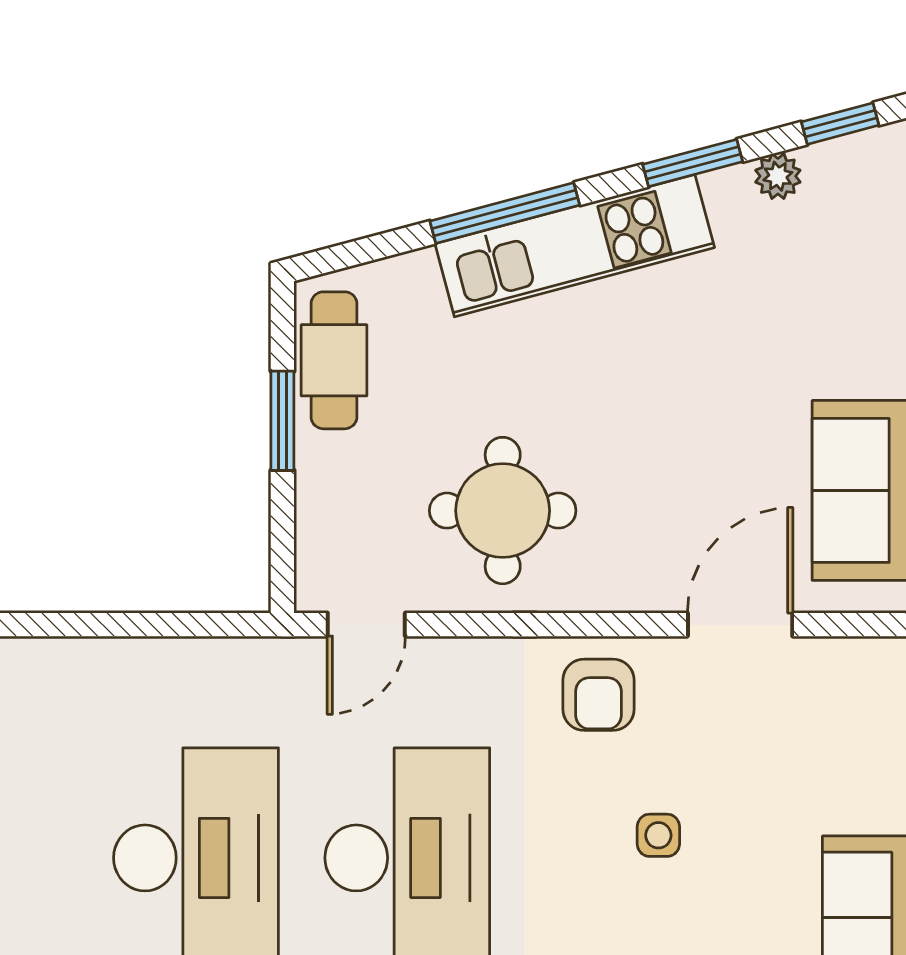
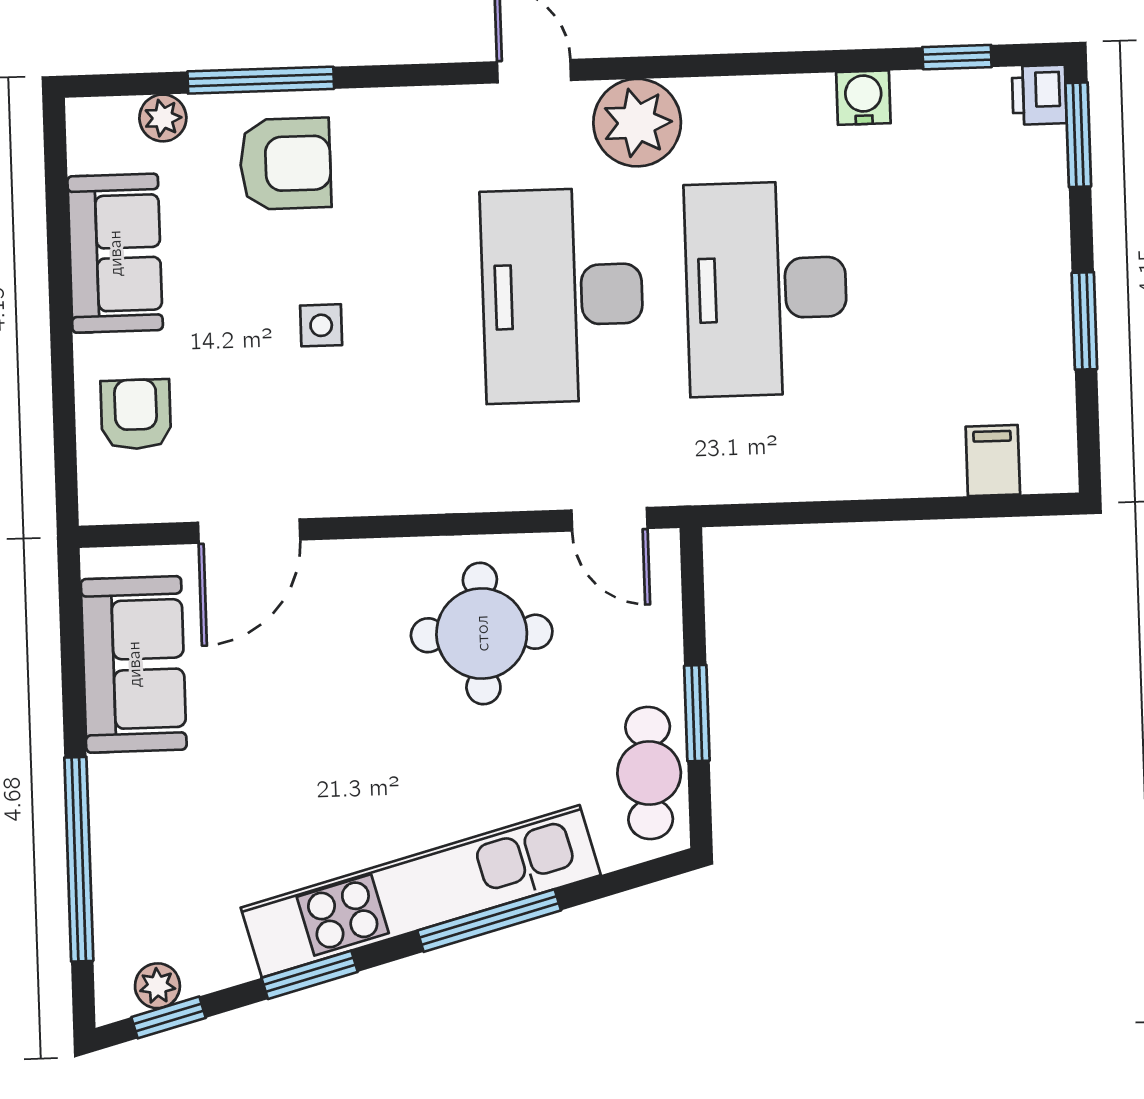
plant: (778, 176) -> (157, 986), moved
kitchen unit: (575, 246) -> (421, 891), width x1.36
door: (366, 625) -> (609, 519), swing flipped
armchair: (598, 695) -> (136, 414), moved

